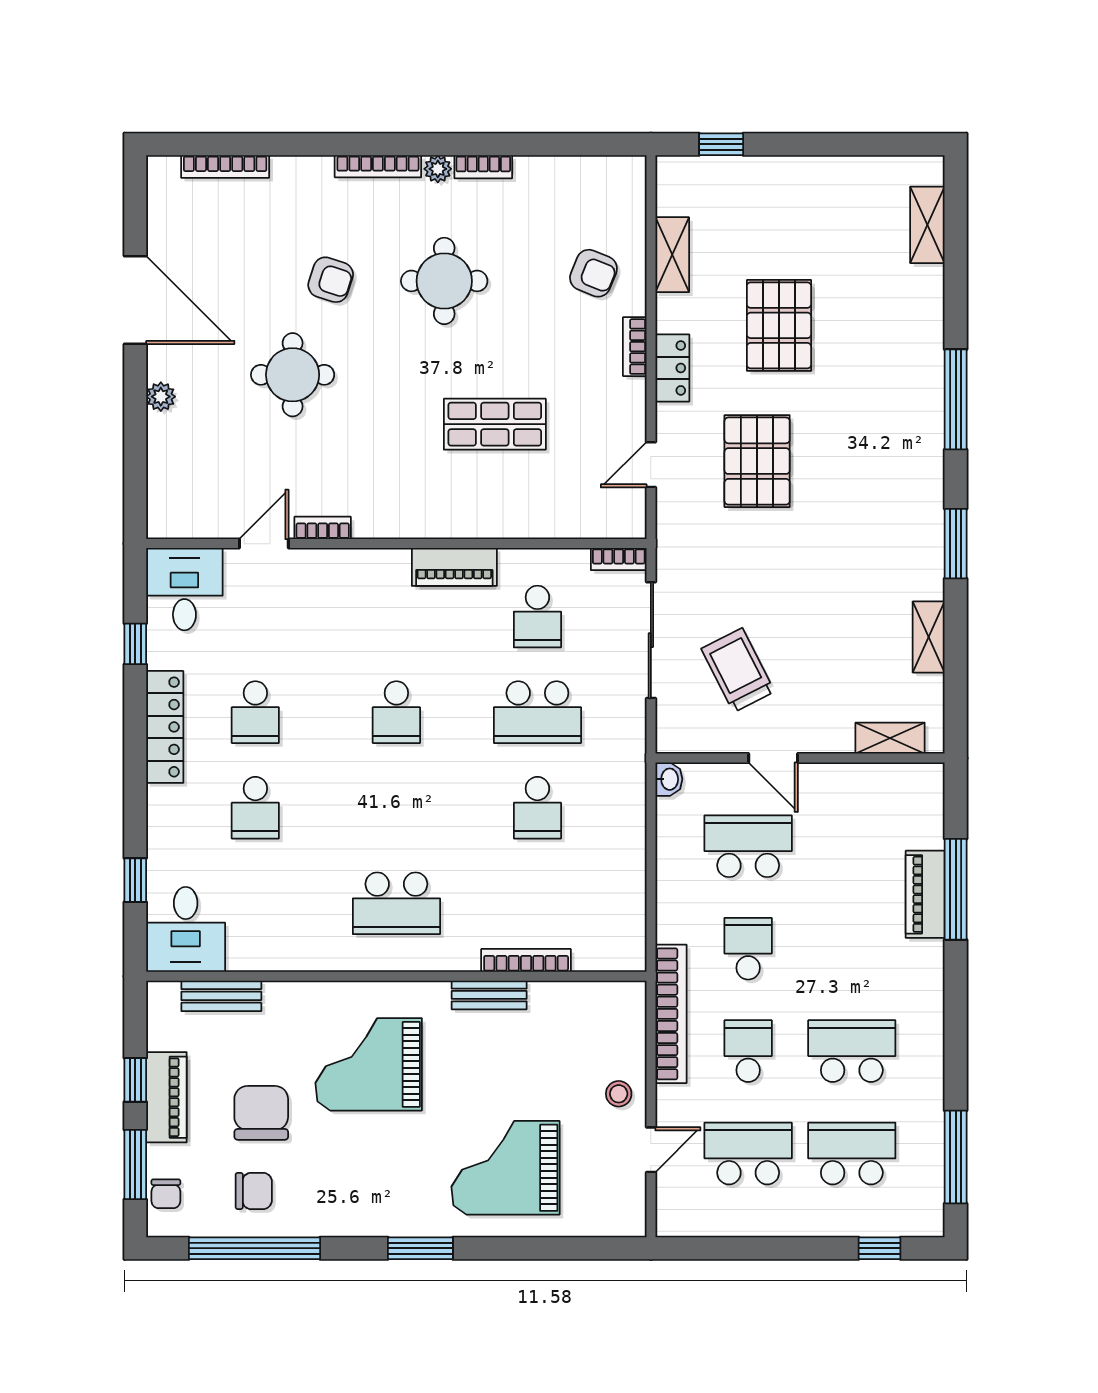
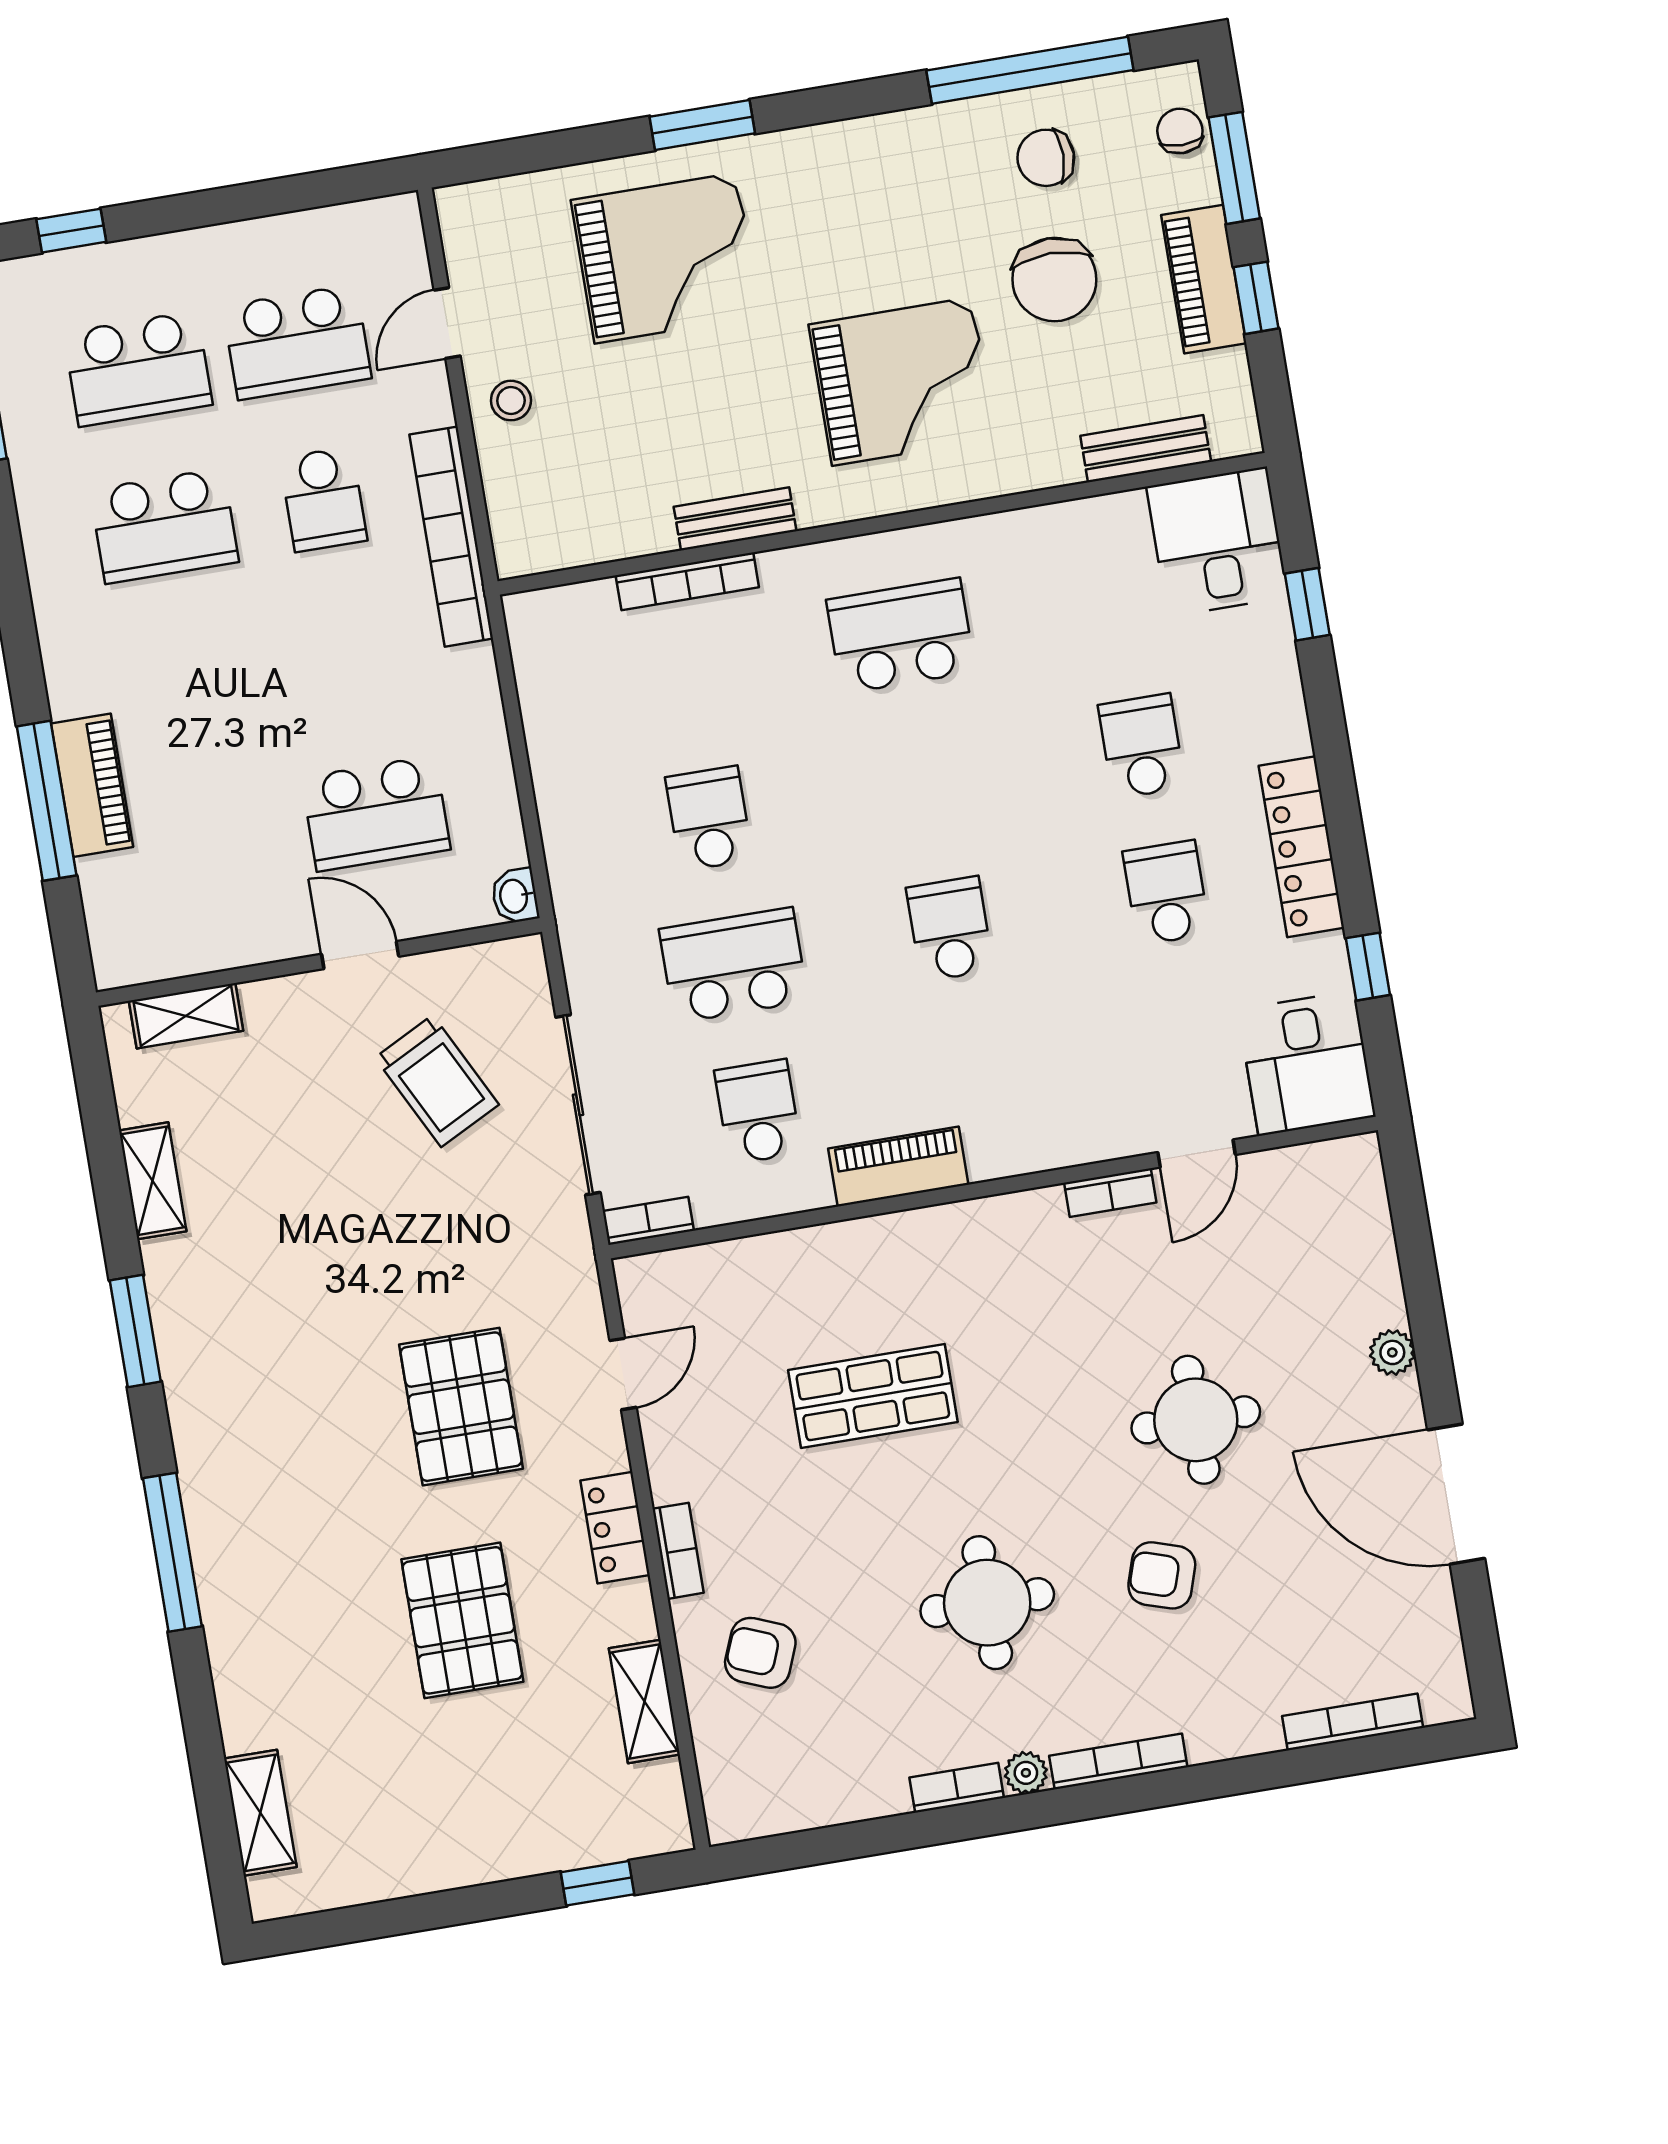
school desk: (748, 949) -> (350, 656), removed
window: (420, 1248) -> (702, 125), moved

